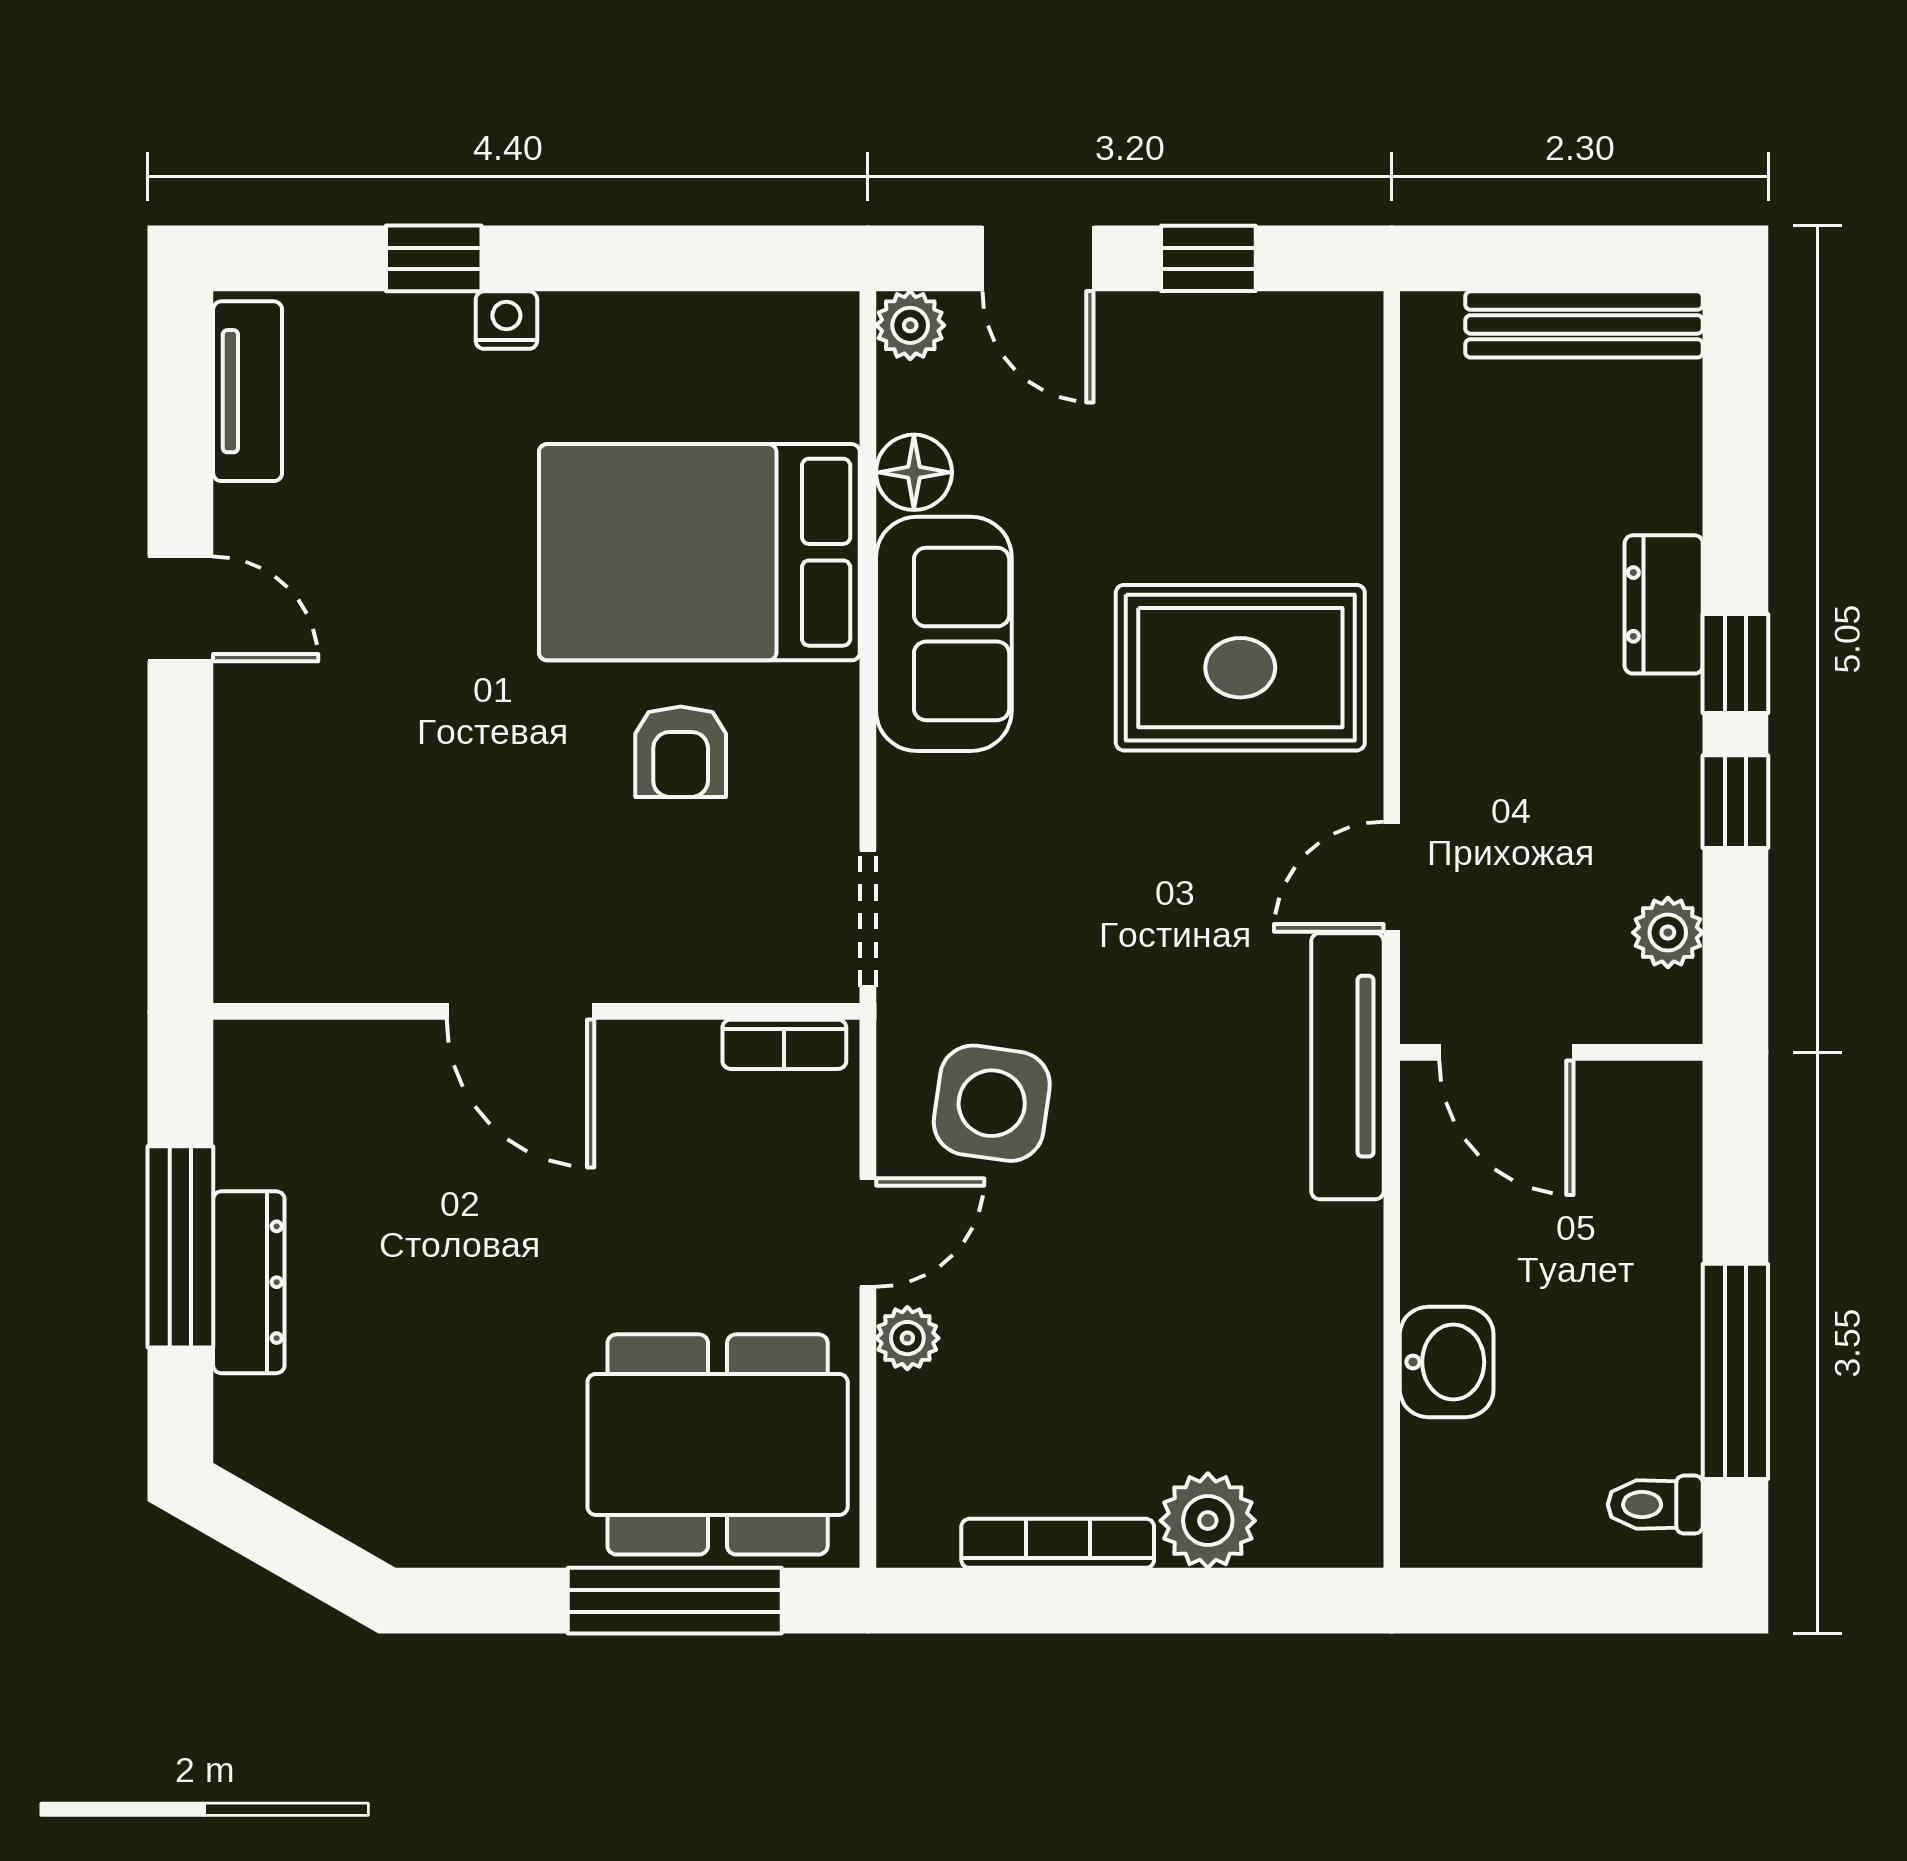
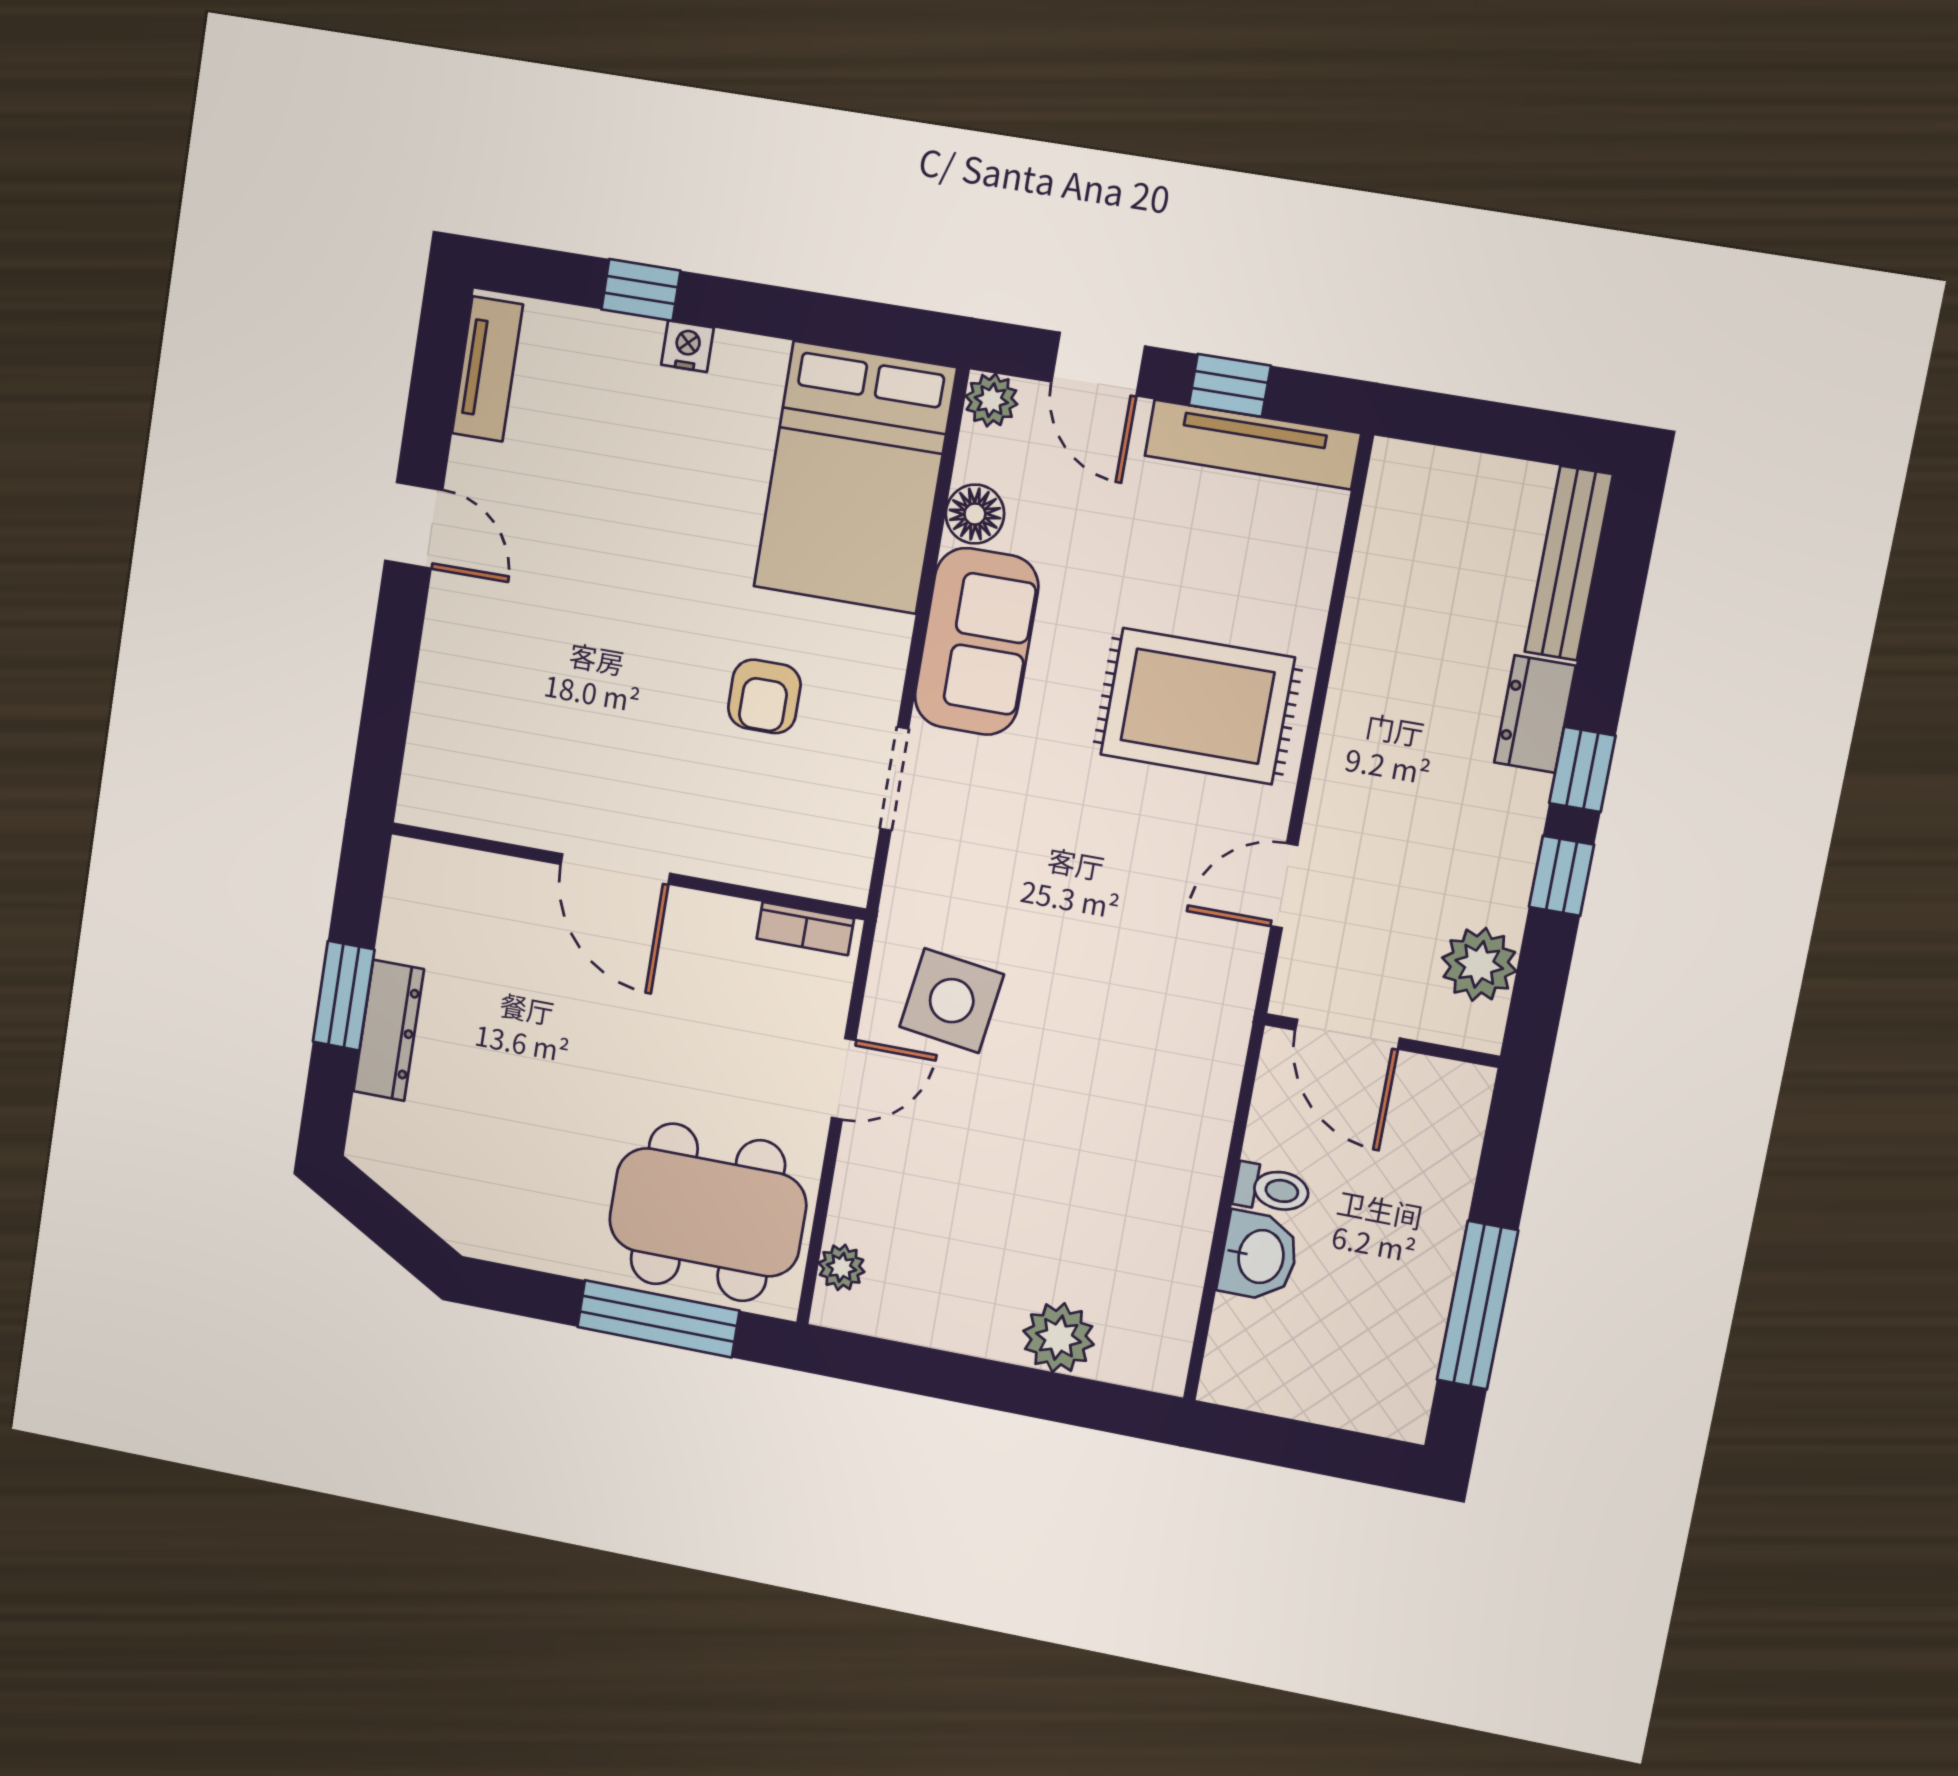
bench: (1584, 324) -> (1569, 563), moved, turned 90
bed: (699, 552) -> (855, 478), moved, turned -90
doorway: (868, 918) -> (894, 779), moved
plant: (1668, 933) -> (1479, 964), width x1.38, depth x1.38
tv unit: (1347, 1066) -> (1253, 444), moved, turned -90
window: (180, 1247) -> (344, 996), width x0.69
plant: (907, 1338) -> (841, 1267), moved
toilet: (1655, 1505) -> (1272, 1189), moved, turned 180
bookcase: (1058, 1543) -> (944, 1332), removed

